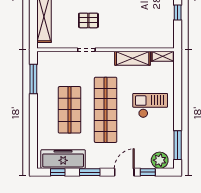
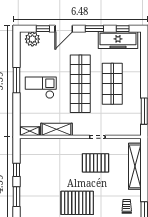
pallet: (88, 20) -> (96, 163), width x1.50, depth x1.42
checkout: (150, 105) -> (41, 88), turned 180
window: (178, 145) -> (16, 80), moved

